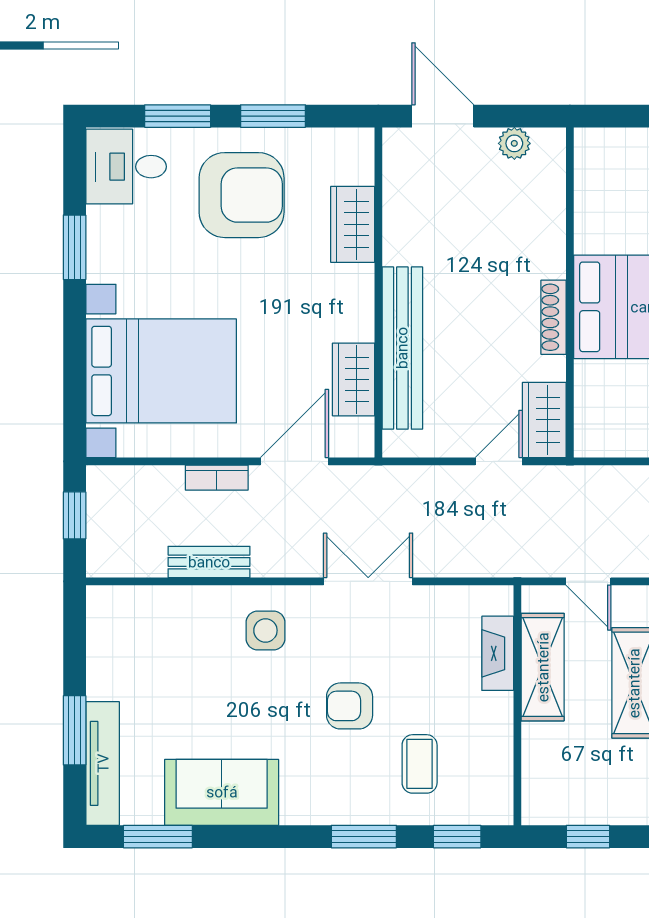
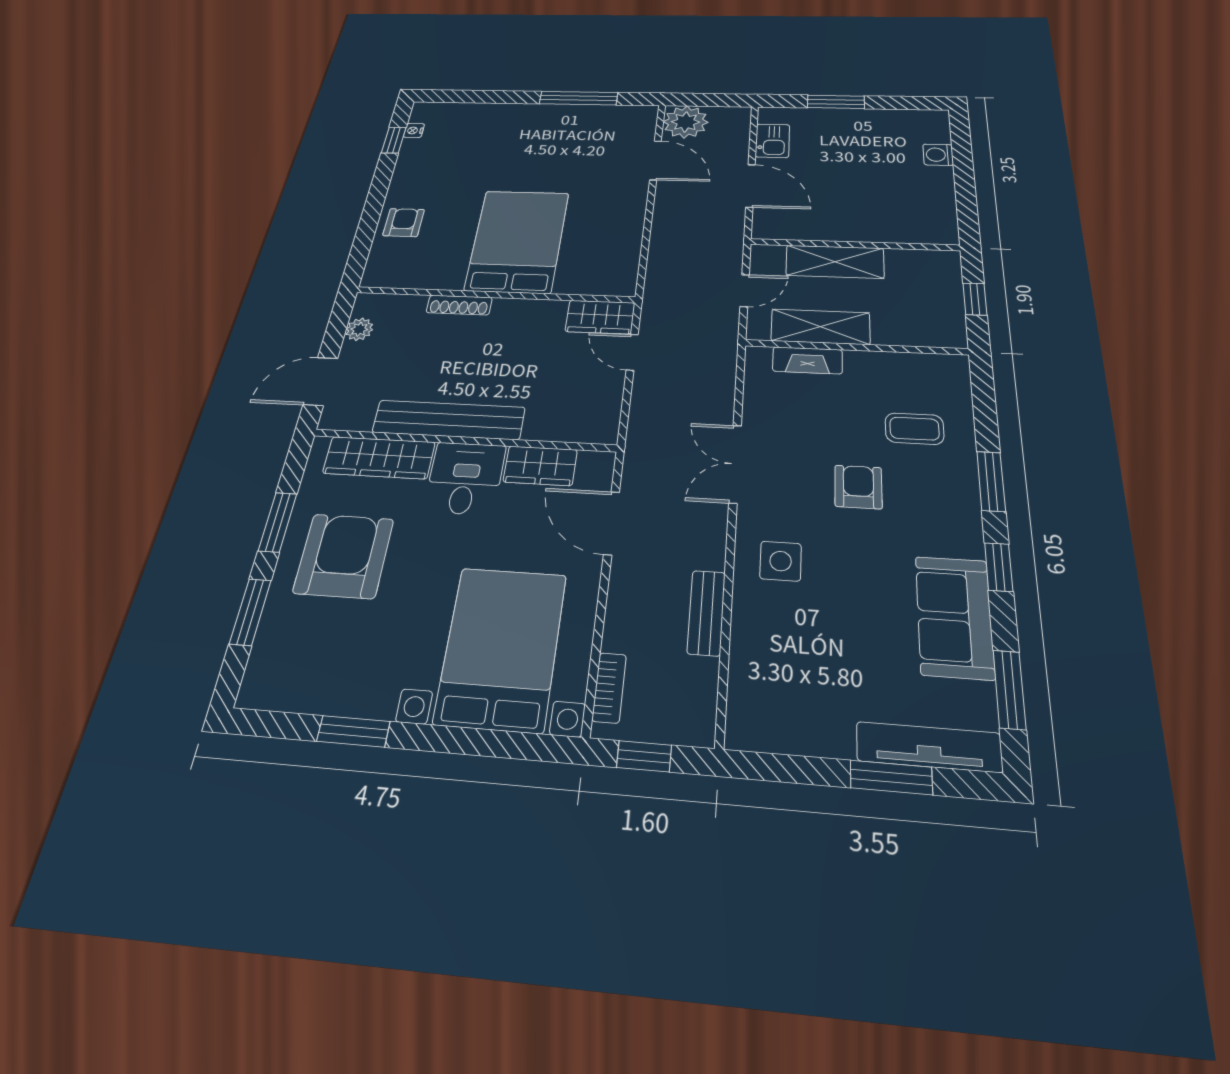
desk: (126, 167) -> (465, 478), moved, turned 180
wardrobe: (353, 224) -> (379, 458), width x1.50
shoe rack: (553, 317) -> (459, 305), moved
bench: (402, 348) -> (449, 420), moved
bookcase: (217, 478) -> (609, 688), moved
armchair: (350, 706) -> (858, 487), turned 180
window: (457, 837) -> (999, 567), moved

